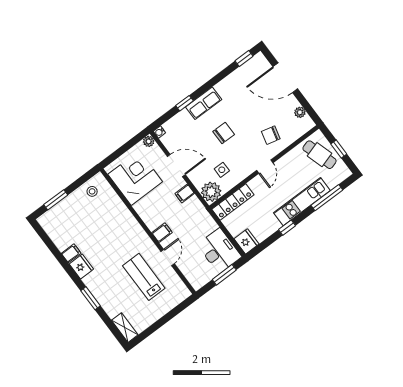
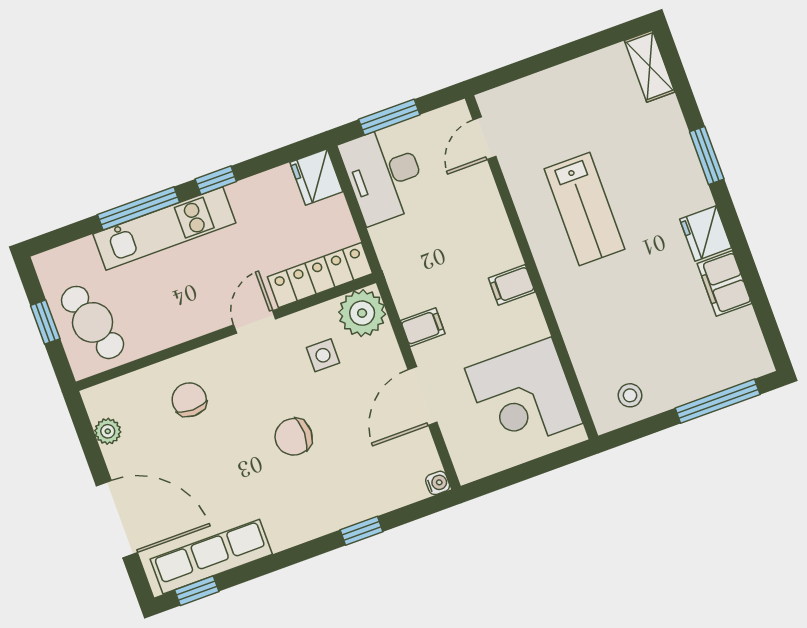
row of seats: (204, 103) -> (211, 557), moved, width x1.48
chair: (271, 135) -> (189, 400), turned -104
plant: (149, 141) -> (468, 469), removed
door: (176, 165) -> (423, 396), hinge flipped
door: (265, 167) -> (255, 322), moved
window: (327, 198) -> (139, 208), moved
window: (56, 200) -> (718, 401), width x1.44
filing cabinet: (162, 233) -> (512, 285), moved
filing cabinet: (71, 253) -> (724, 283), width x2.00
door: (168, 257) -> (484, 138), moved
lab bench: (144, 277) -> (585, 209), moved

